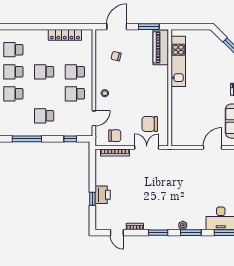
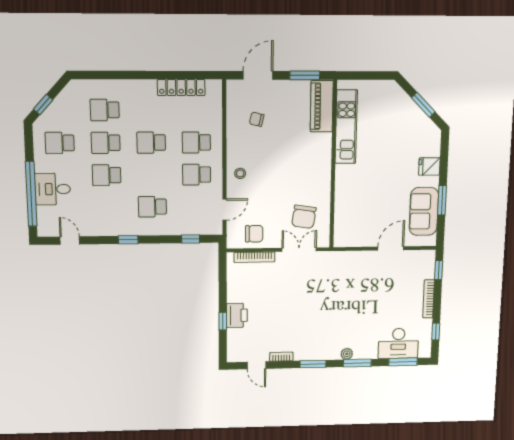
chair: (150, 124) -> (304, 217), turned -82
window: (27, 139) -> (128, 240), width x0.46

